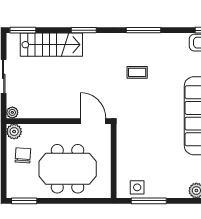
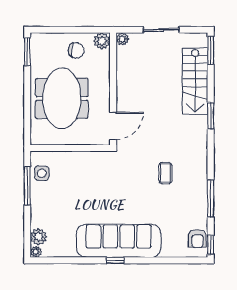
window: (144, 30) -> (211, 199), moved

